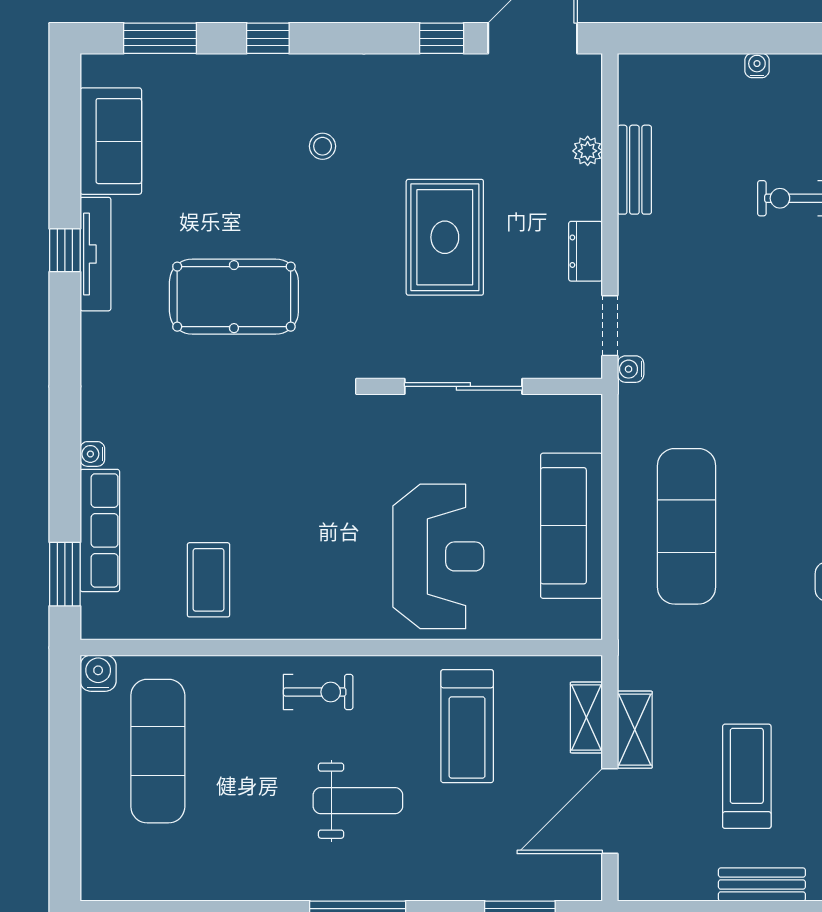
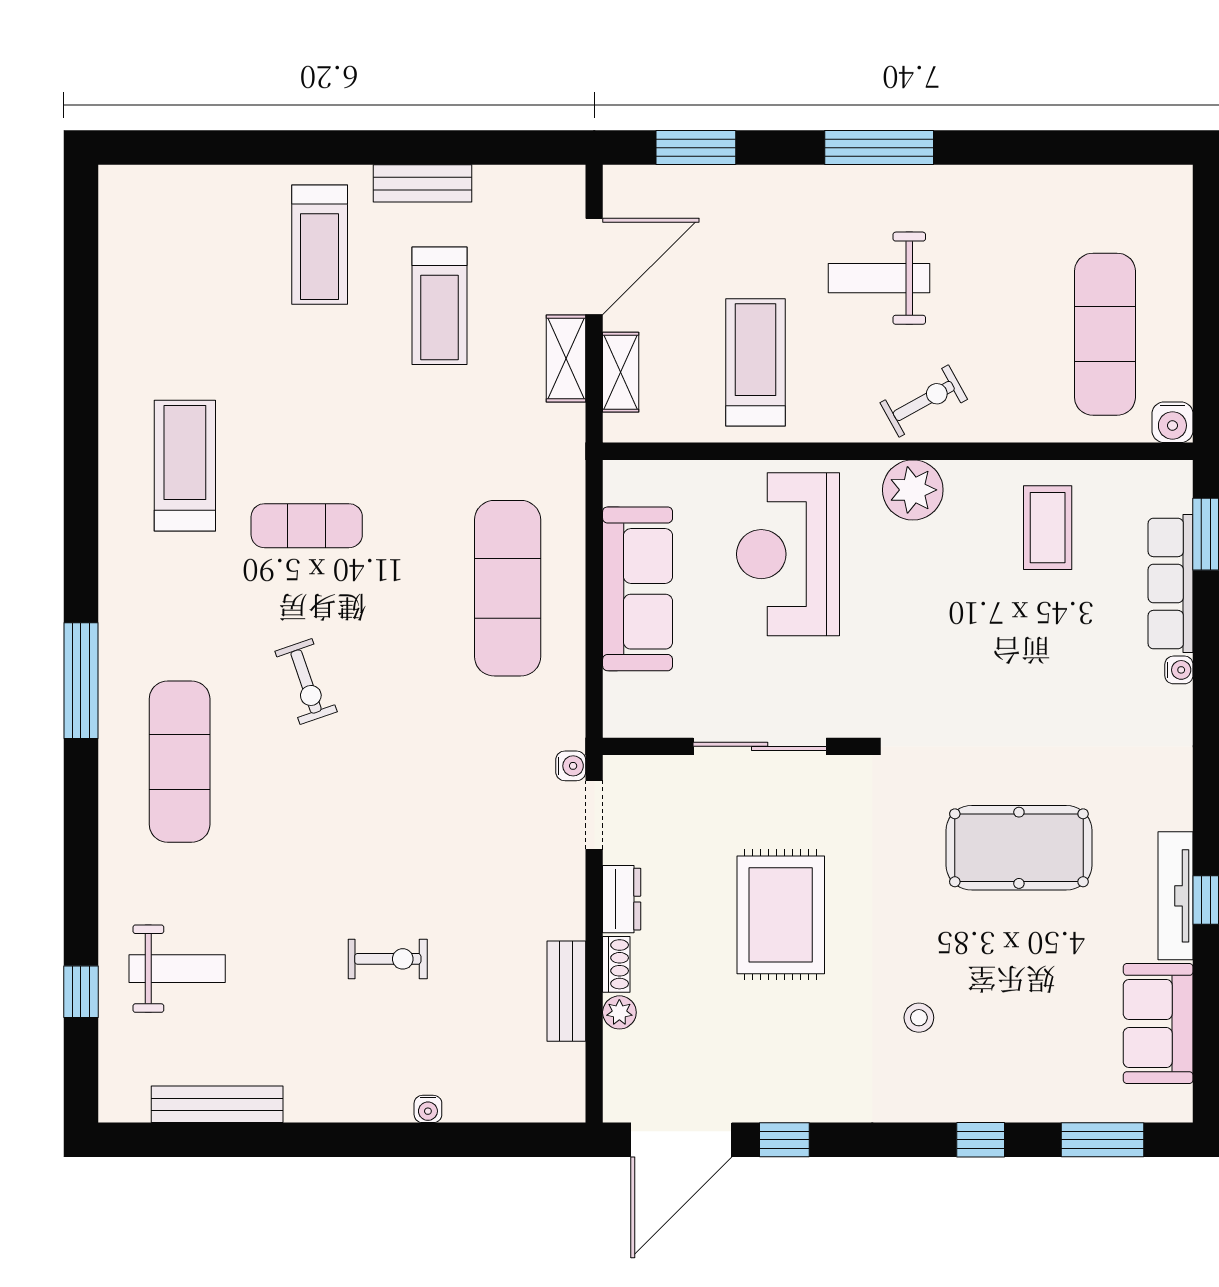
shoe rack: (590, 194) -> (616, 964), added
plant: (328, 613) -> (913, 490), added
exercise bike: (318, 692) -> (924, 401), turned 151

